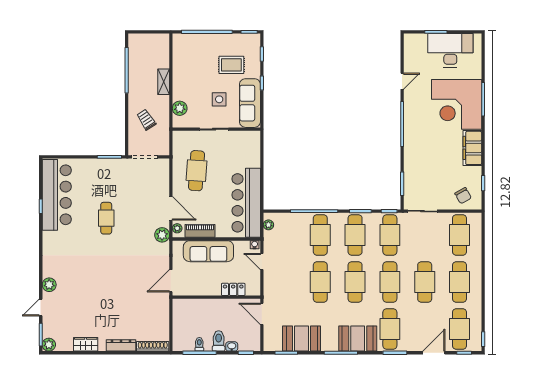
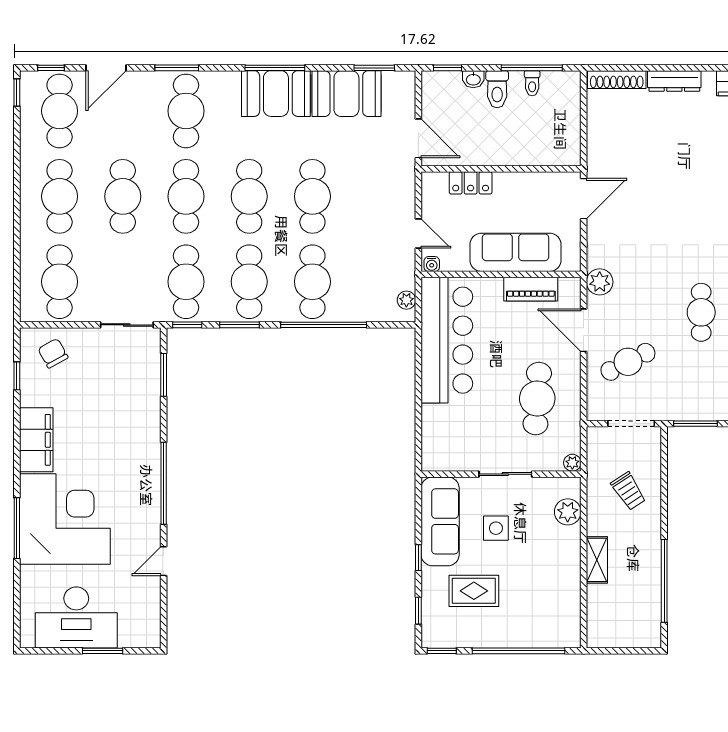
cafe table: (147, 191) -> (628, 362), added
plant: (177, 228) -> (572, 463), moved
booth: (358, 339) -> (276, 94), moved

